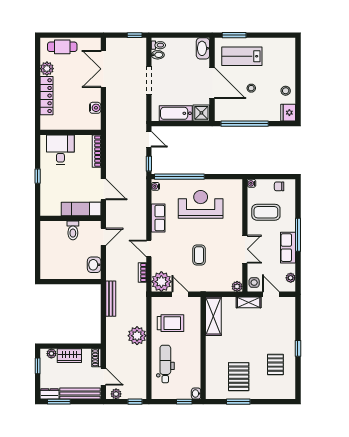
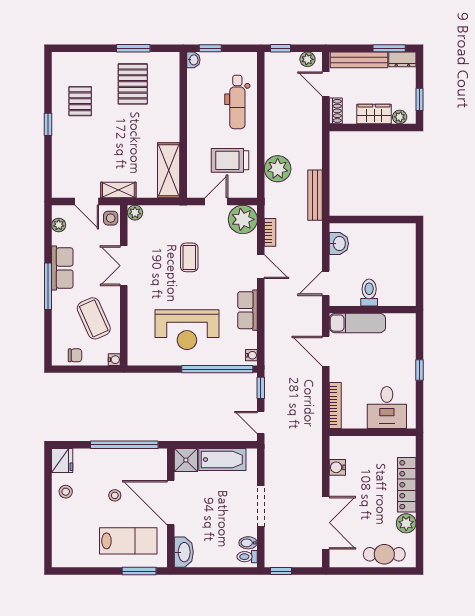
coffee table: (266, 212) -> (94, 318), turned 66
door: (180, 294) -> (216, 201), swing flipped
plant: (137, 336) -> (278, 169), moved

